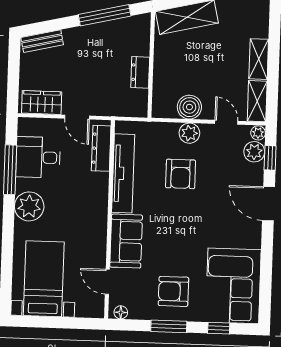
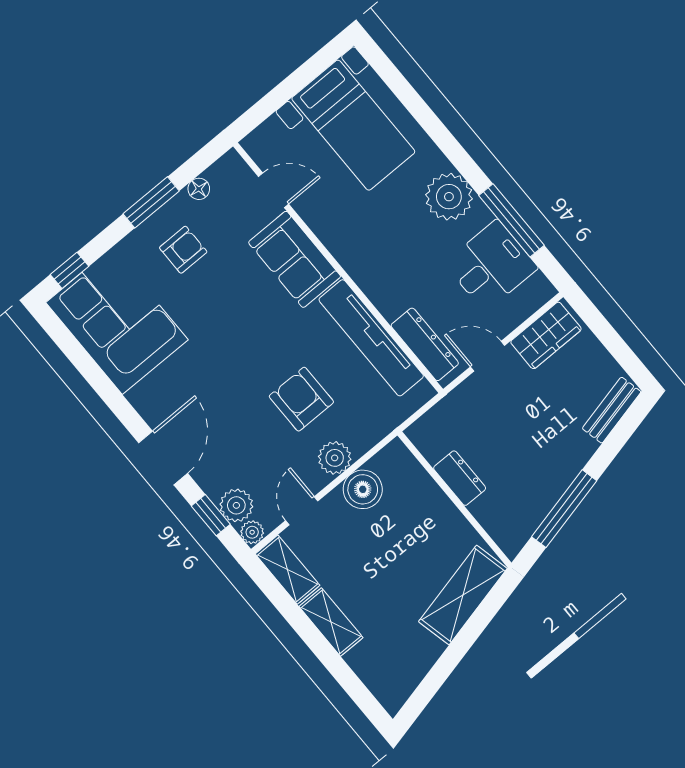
door: (226, 122) -> (302, 511), swing flipped
door: (268, 204) -> (163, 458), hinge flipped
armchair: (173, 291) -> (183, 250), width x0.72, depth x0.72
floor lamp: (121, 312) -> (199, 189), moved
window: (219, 328) -> (70, 270), moved

